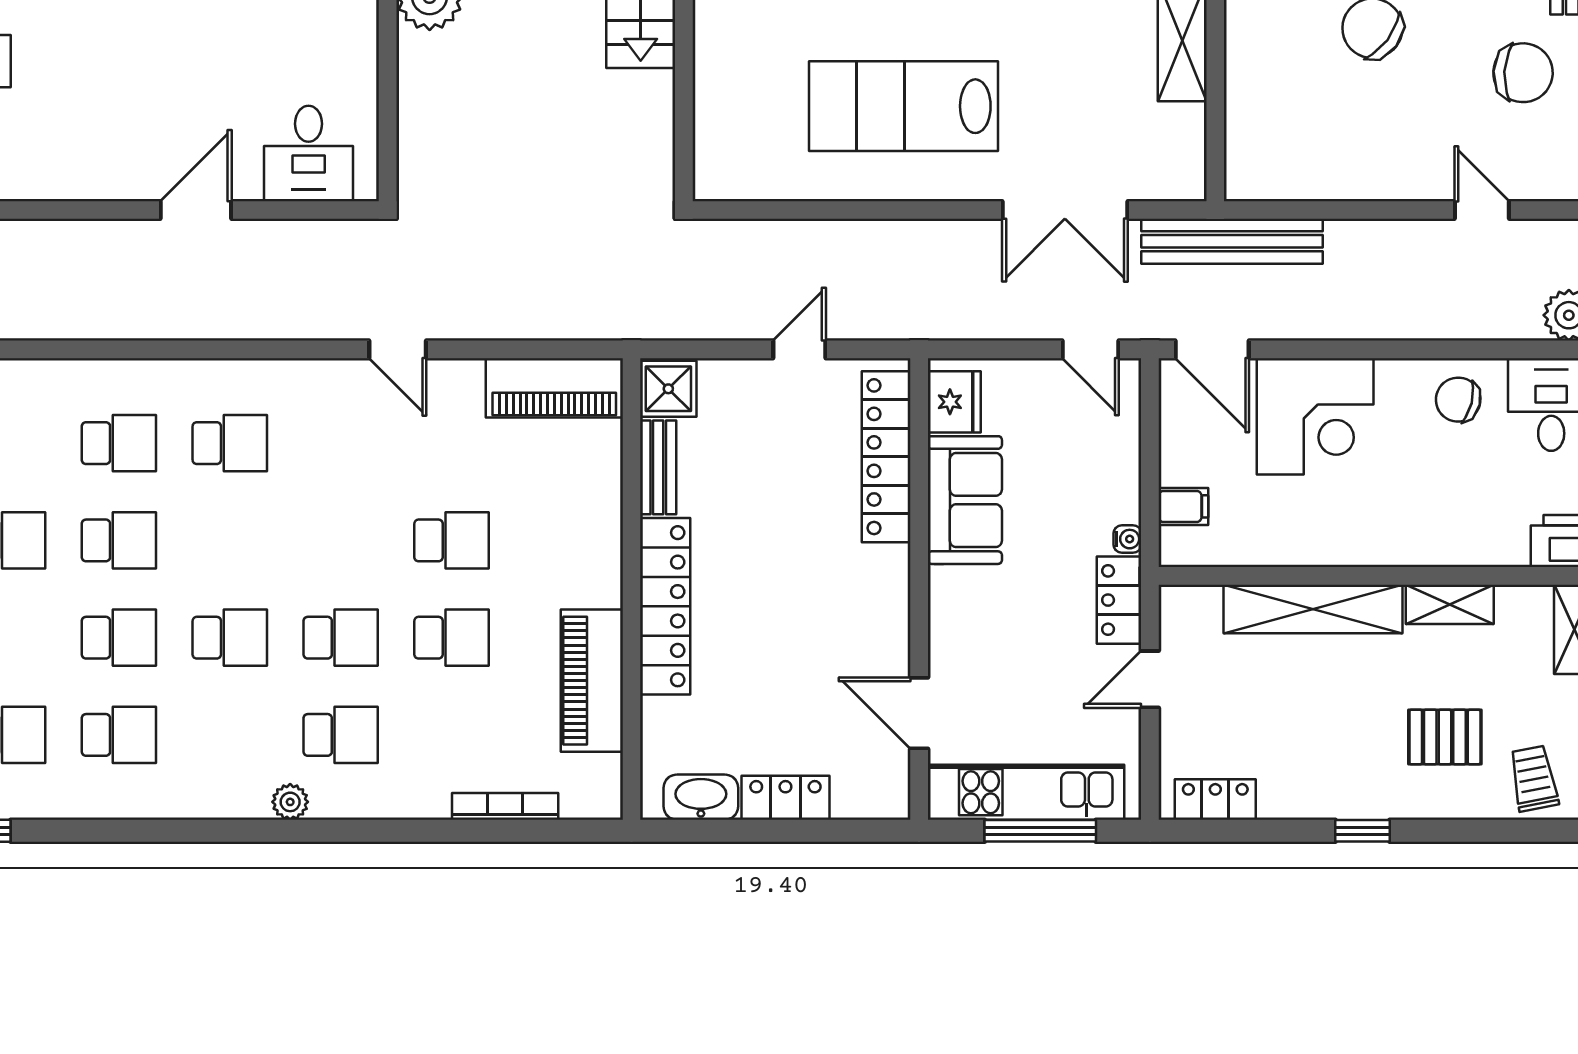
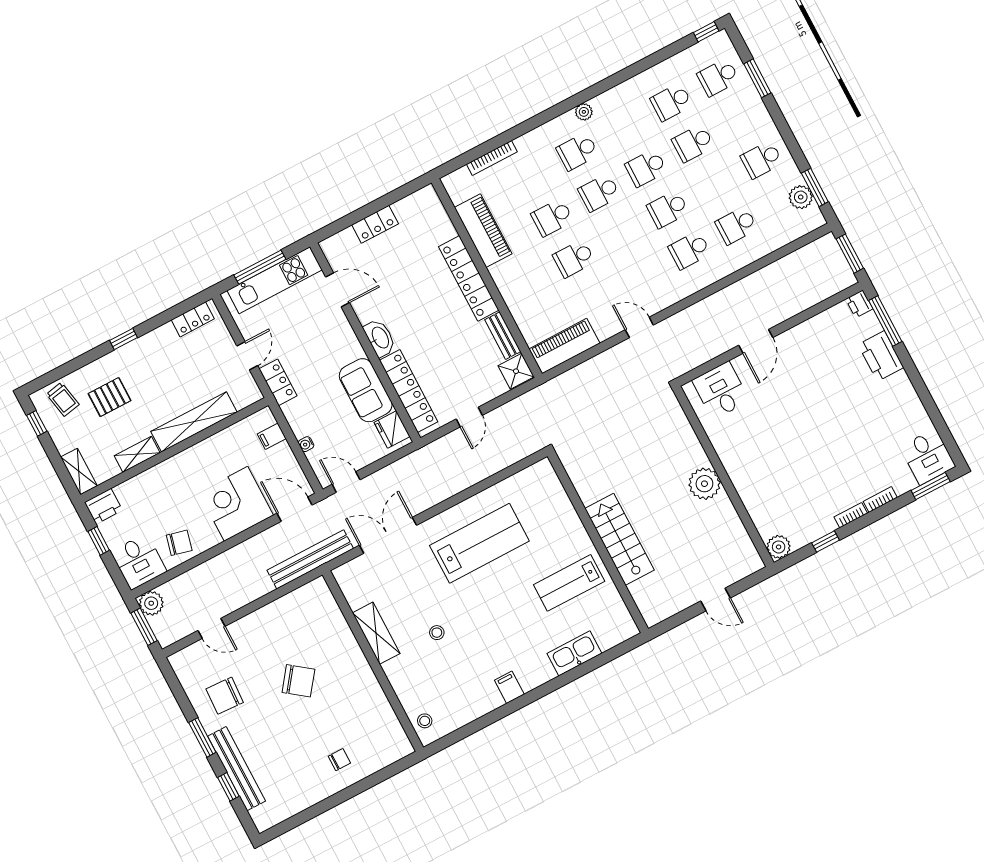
water cooler: (1127, 539) -> (306, 444), moved
school desk: (119, 540) -> (668, 209), moved
washbasin: (701, 797) -> (380, 338), moved, turned -90

